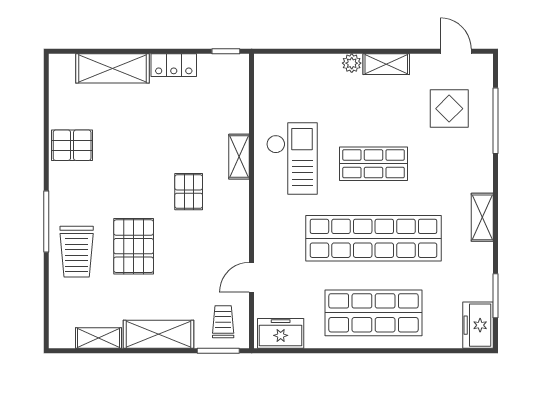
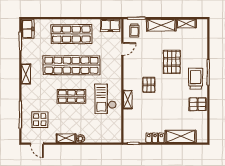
trolley: (77, 252) -> (196, 79), moved

